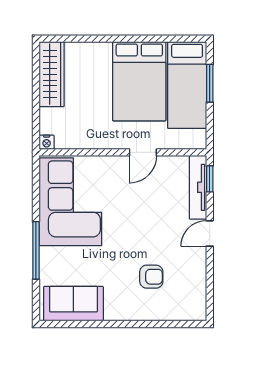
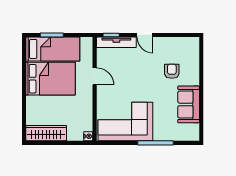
sofa: (73, 304) -> (189, 104), moved

